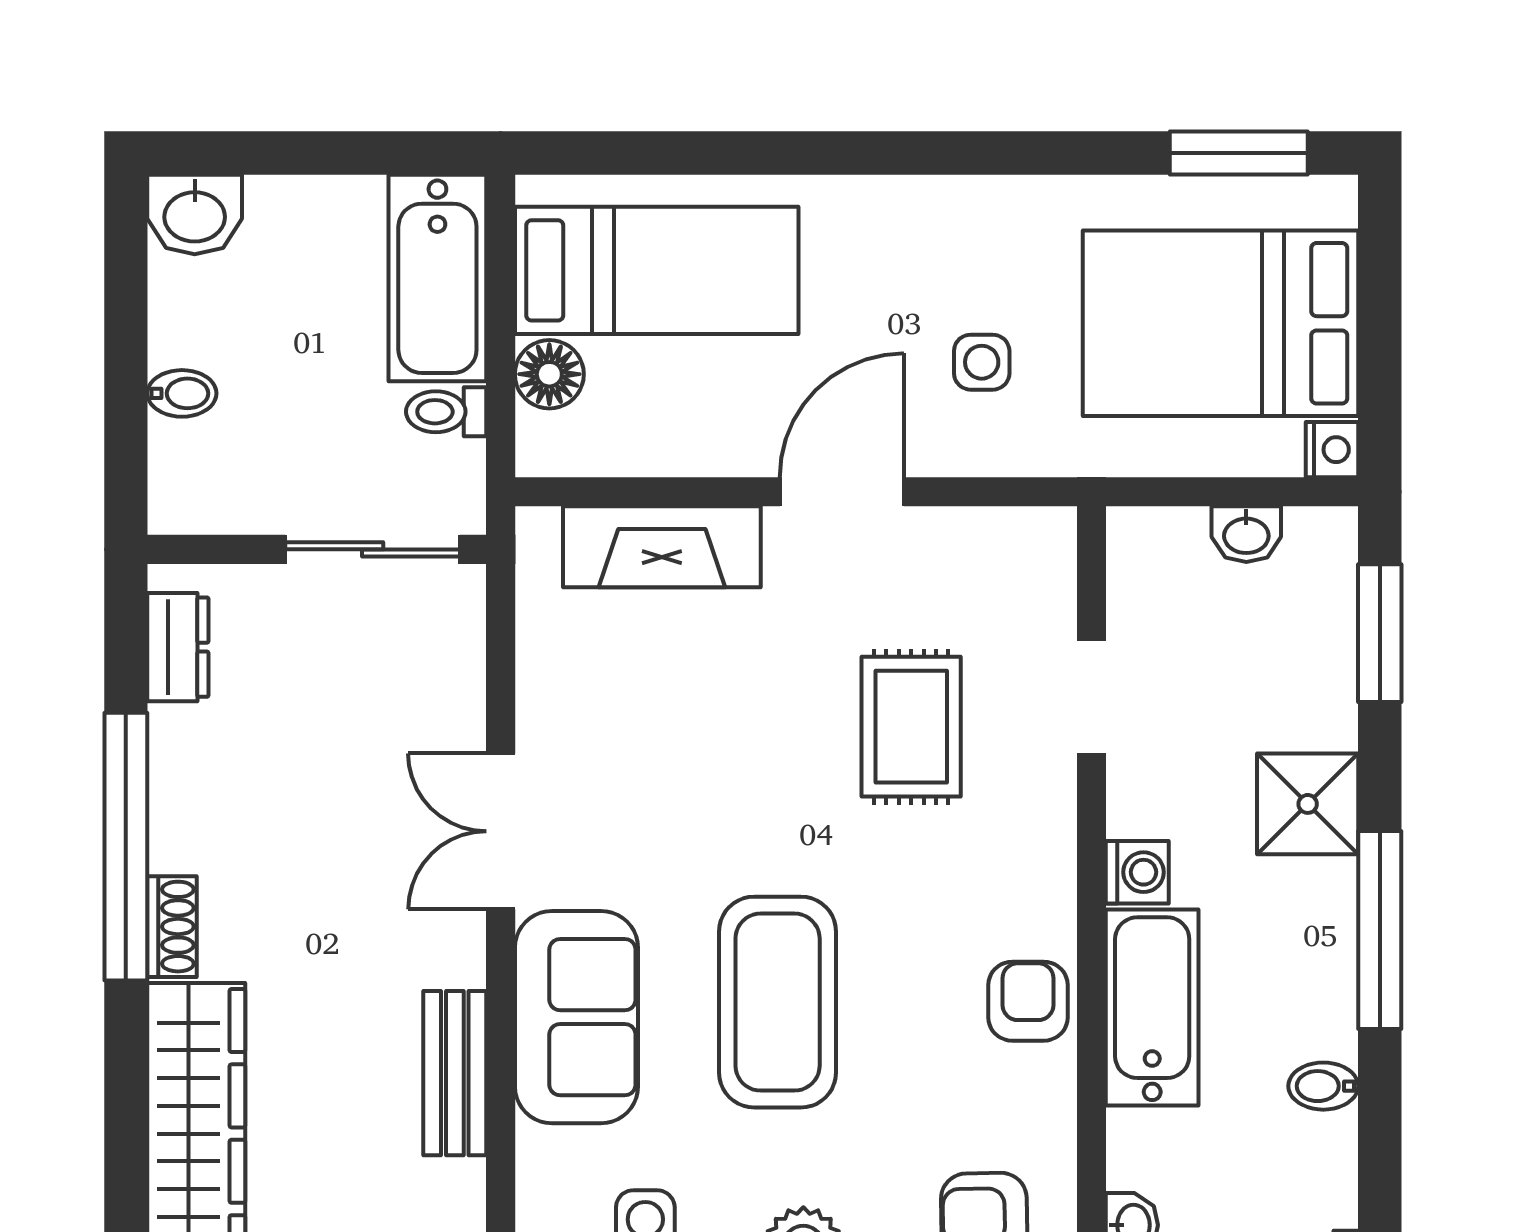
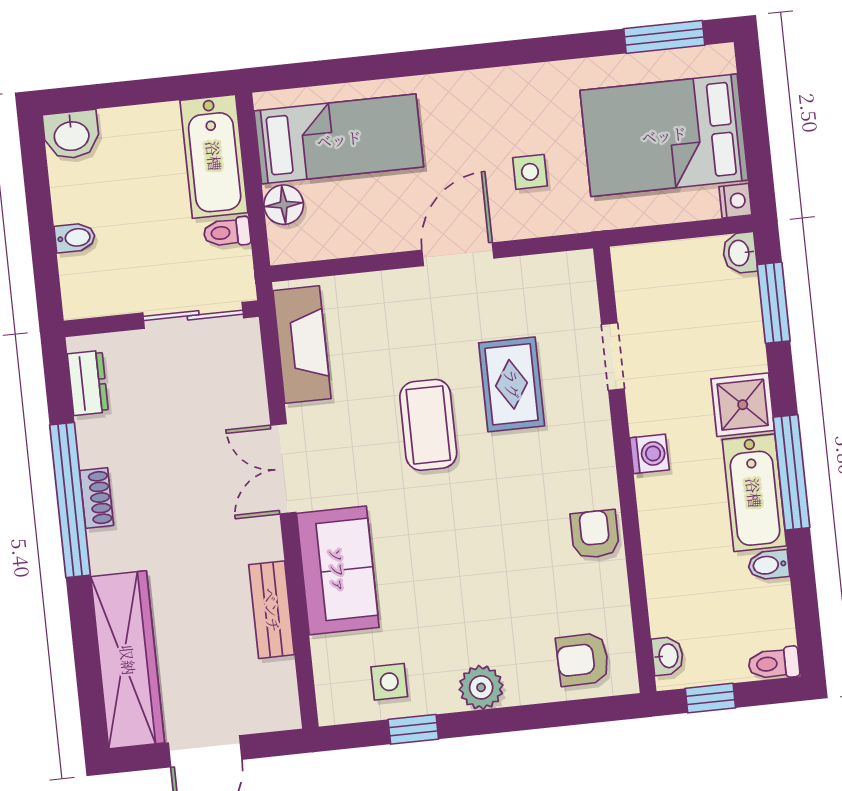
washbasin: (1246, 534) -> (740, 253), moved, turned 90
fireplace: (662, 547) -> (302, 345), moved, turned -90
shoe rack: (172, 927) -> (97, 498), moved
coffee table: (778, 1002) -> (428, 425), moved, width x0.73, depth x0.76
bathtub: (1152, 1007) -> (754, 493), moved, turned 180

